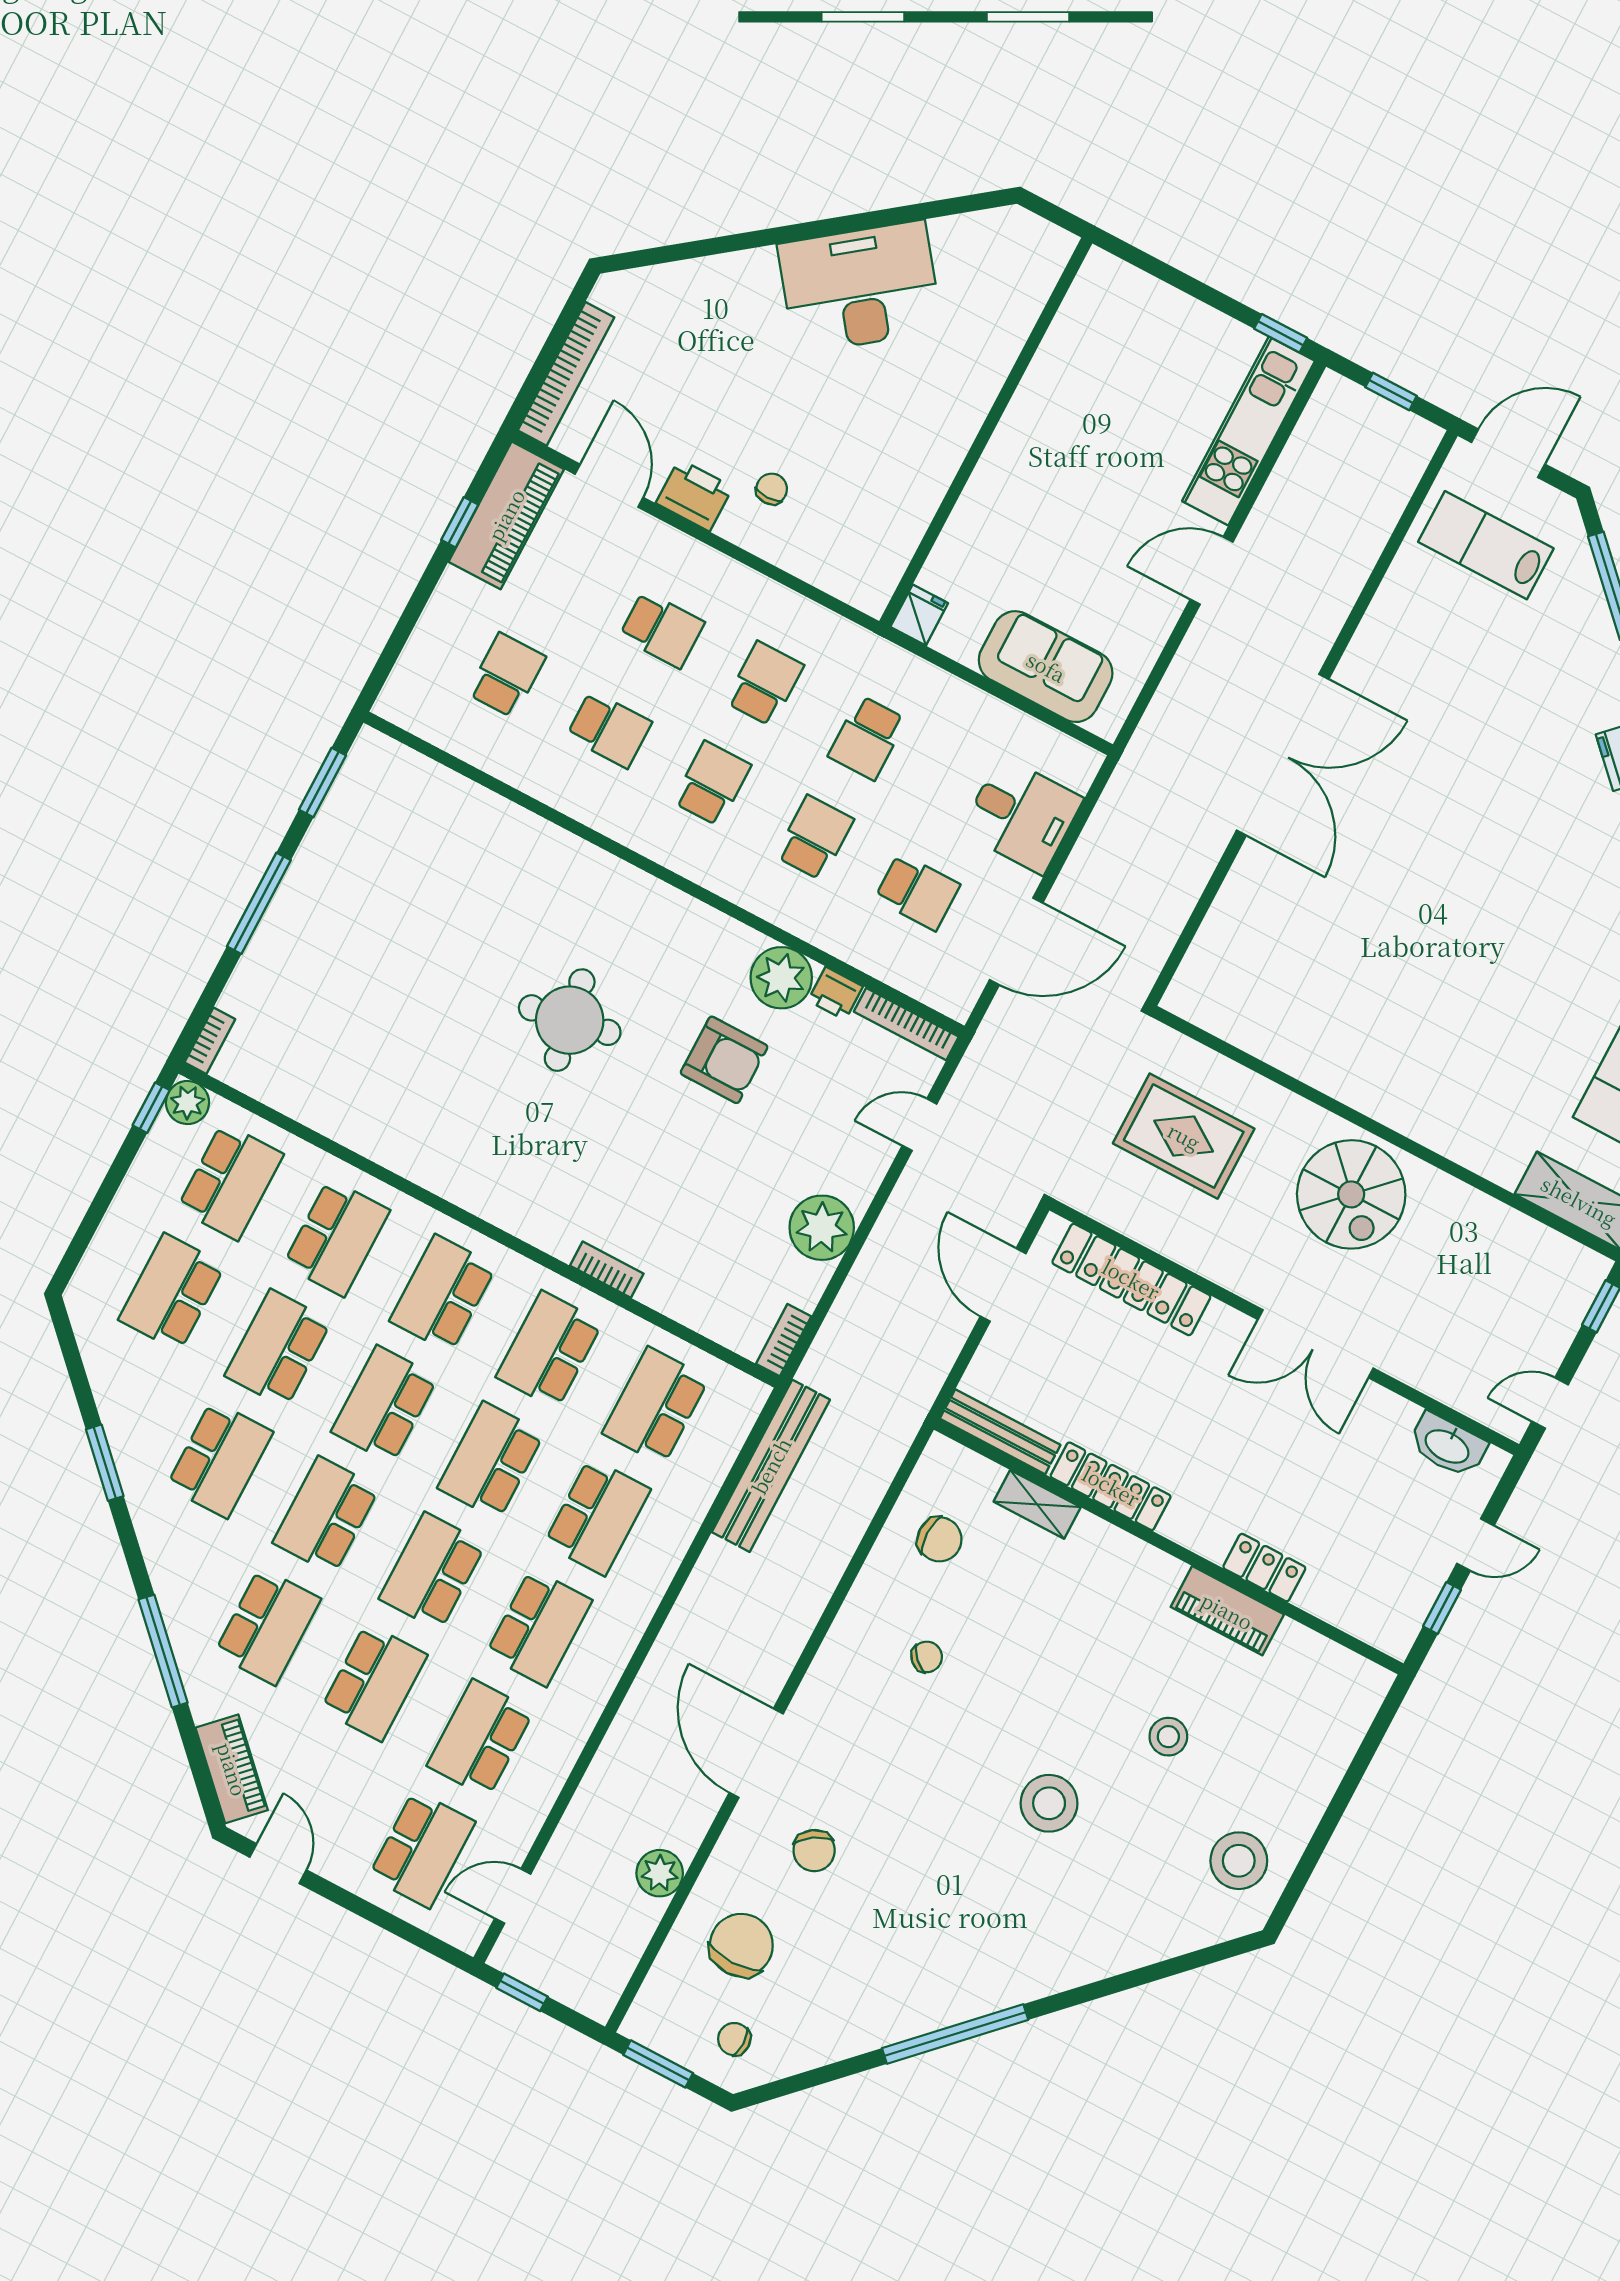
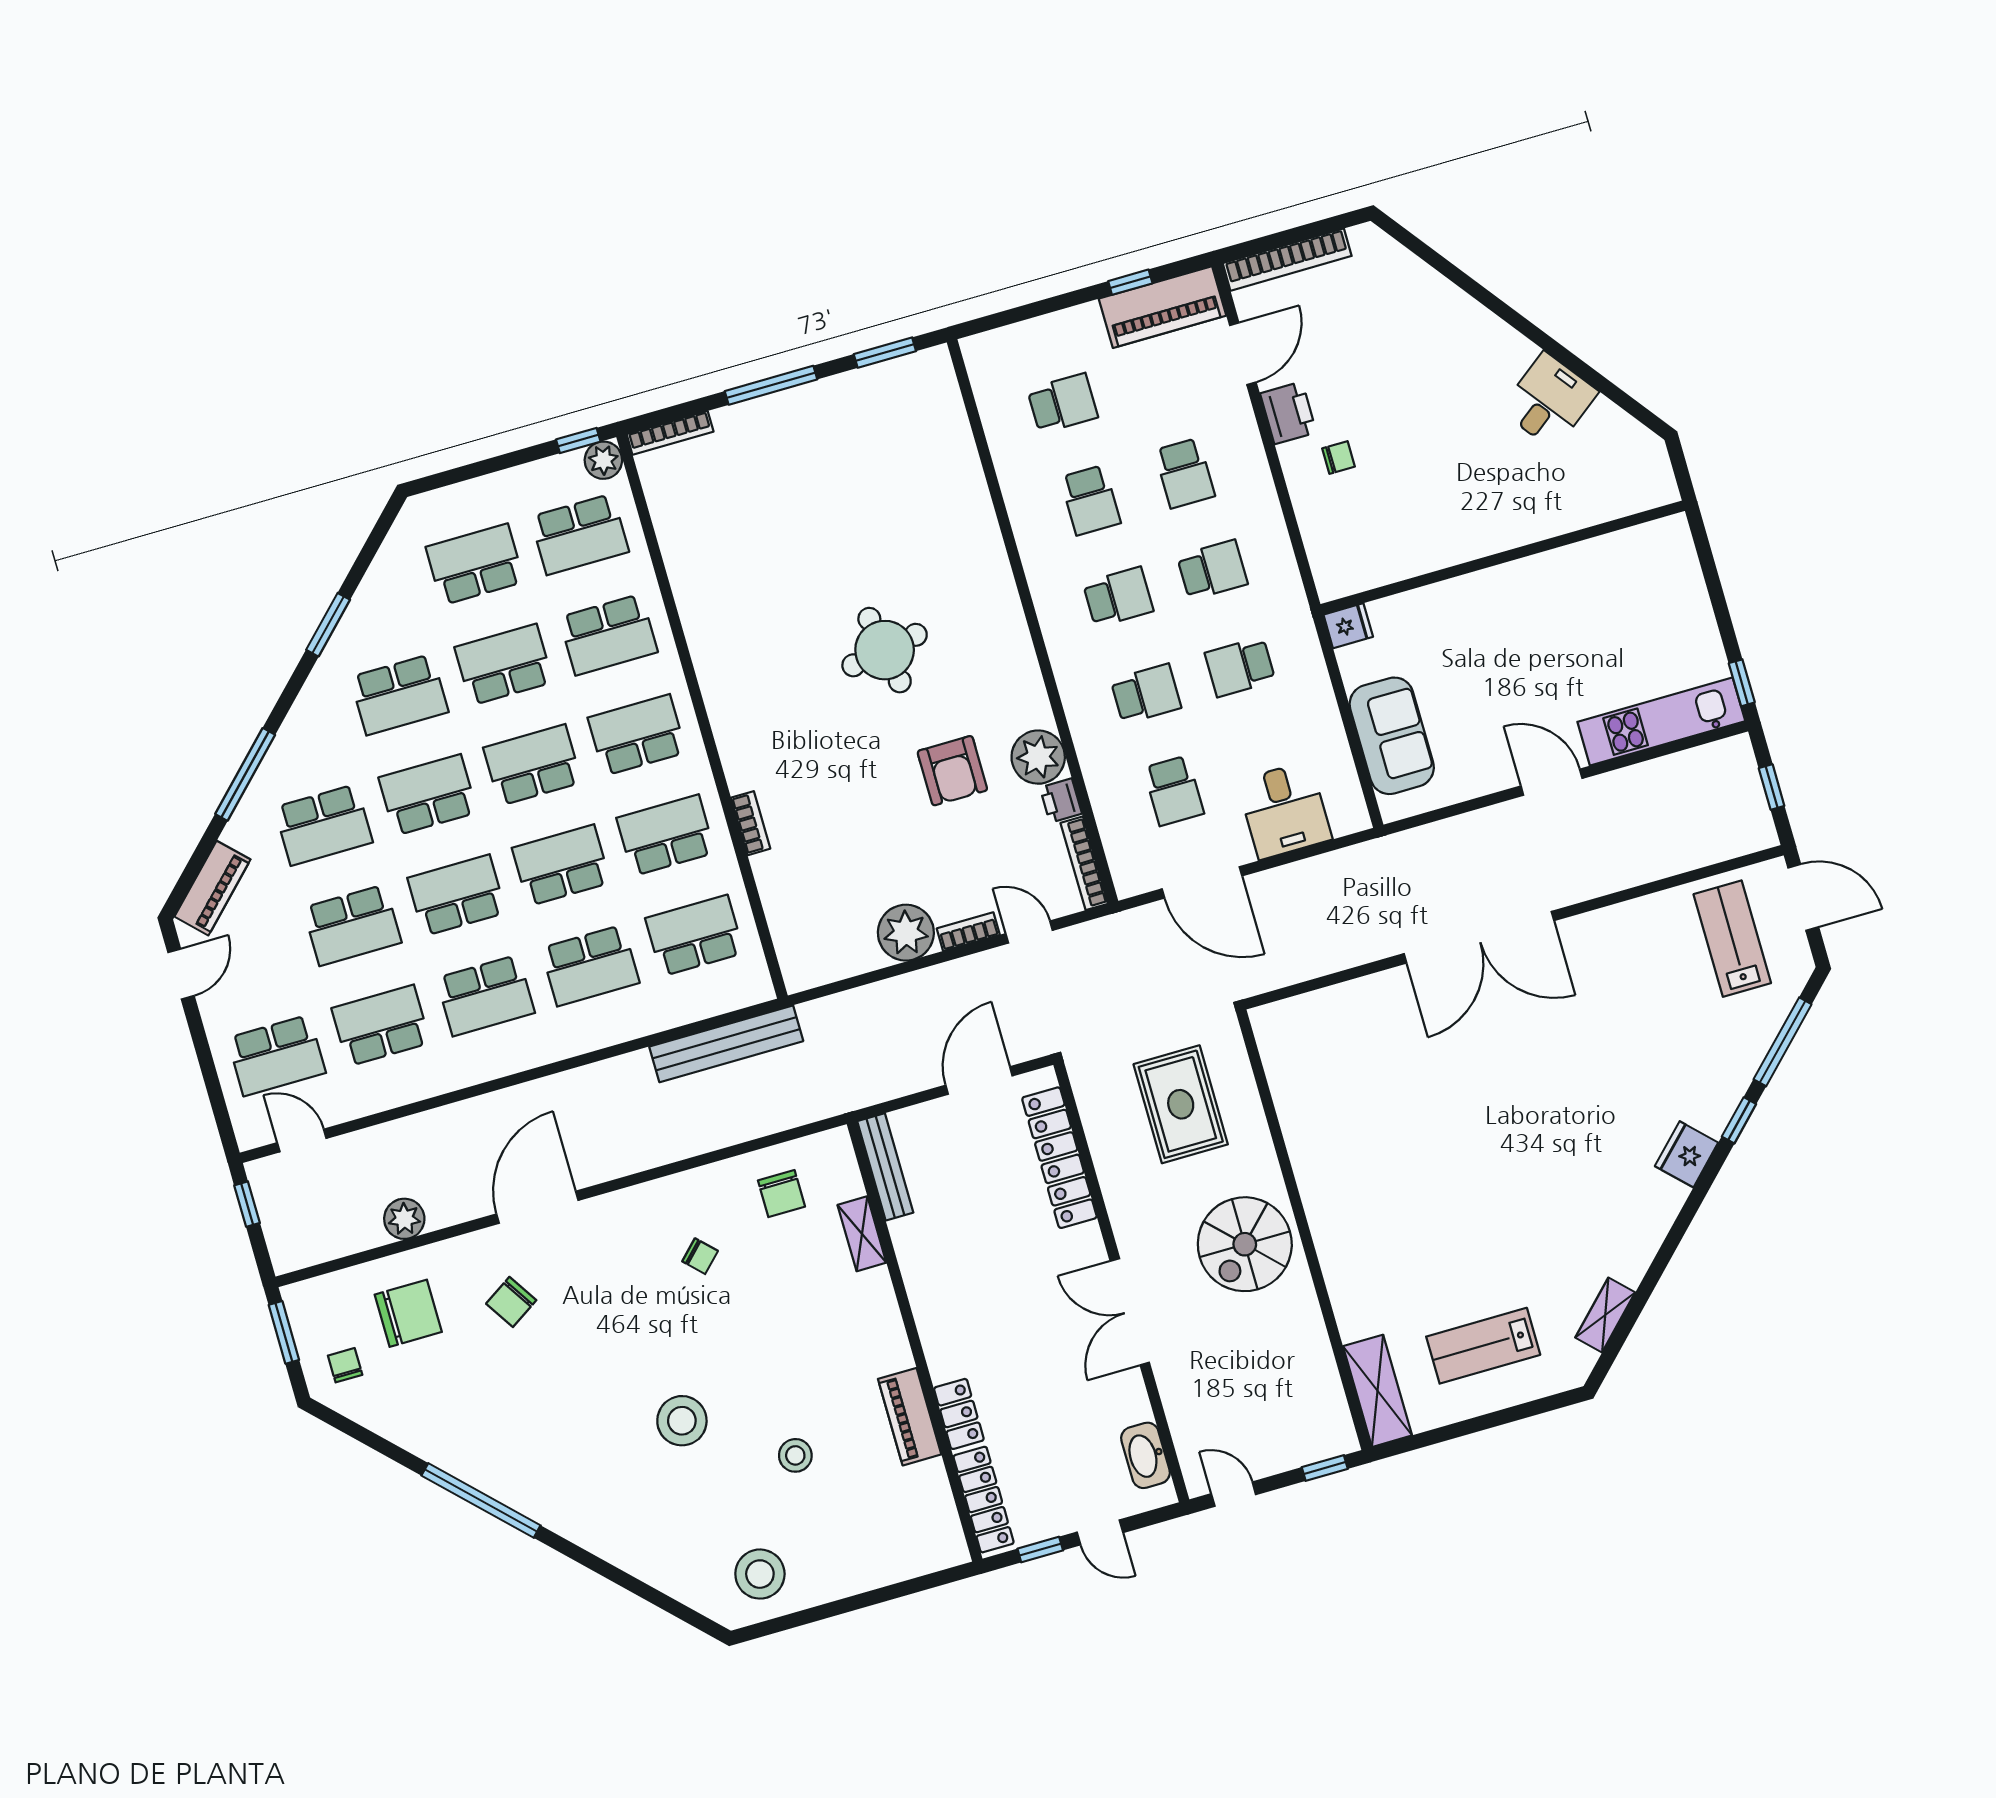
desk: (860, 287) -> (1549, 401), width x0.53, depth x0.77
bookcase: (210, 1041) -> (670, 433), width x1.56
bookcase: (784, 1340) -> (968, 932), moved
locker: (1111, 1486) -> (984, 1500), moved

